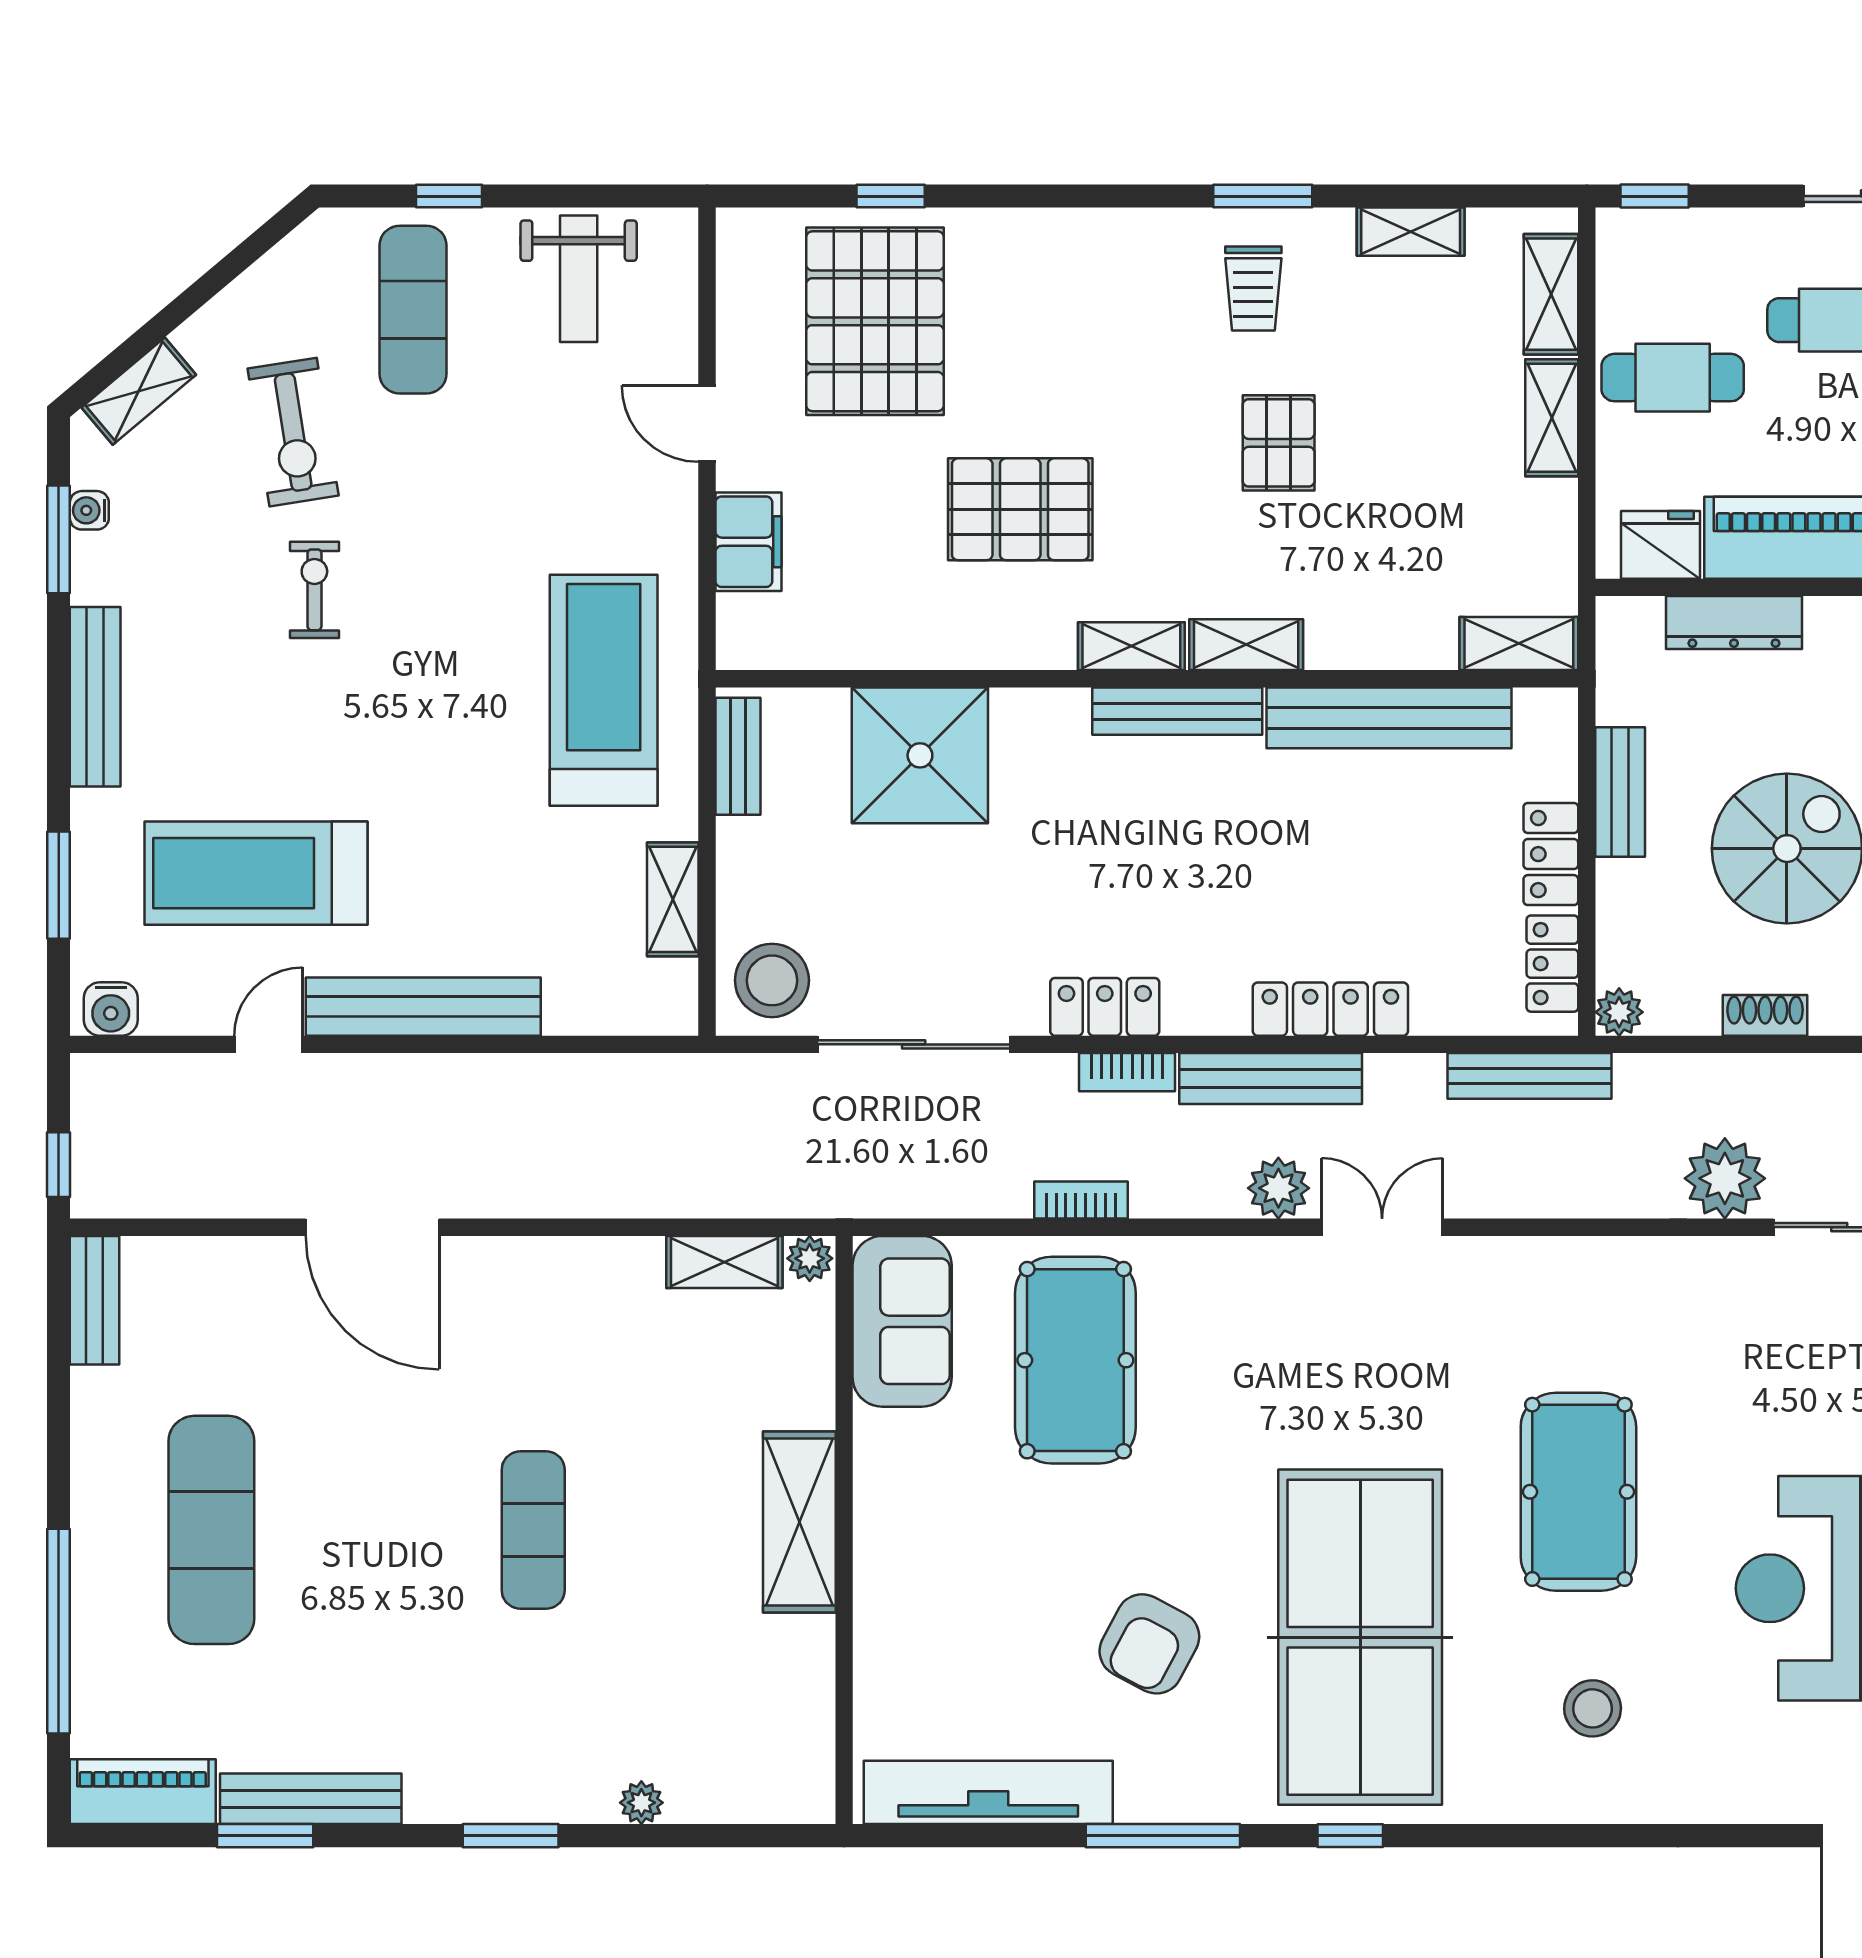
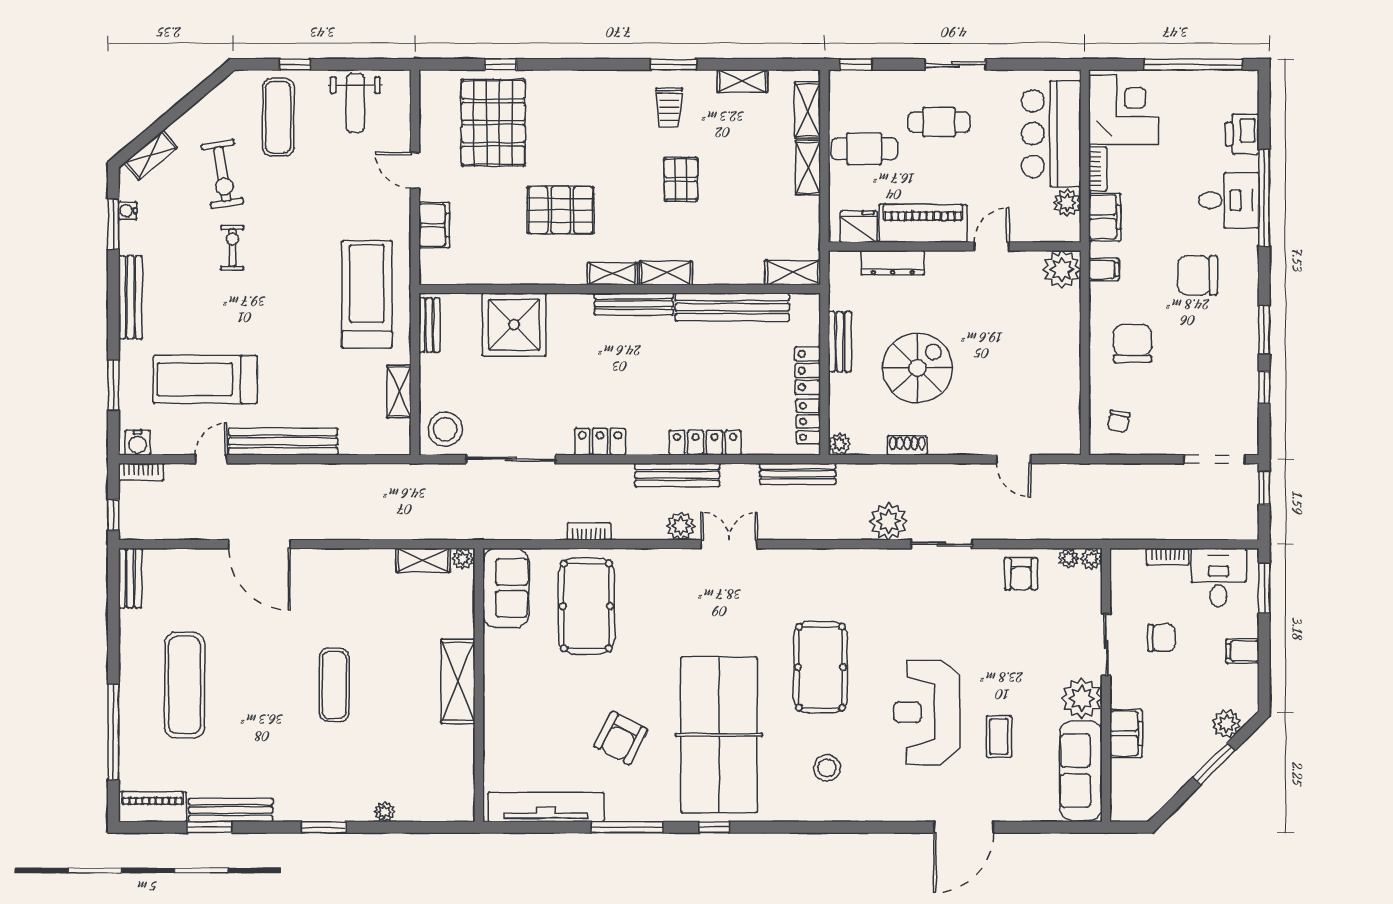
bookcase: (1127, 1072) -> (141, 472), moved

